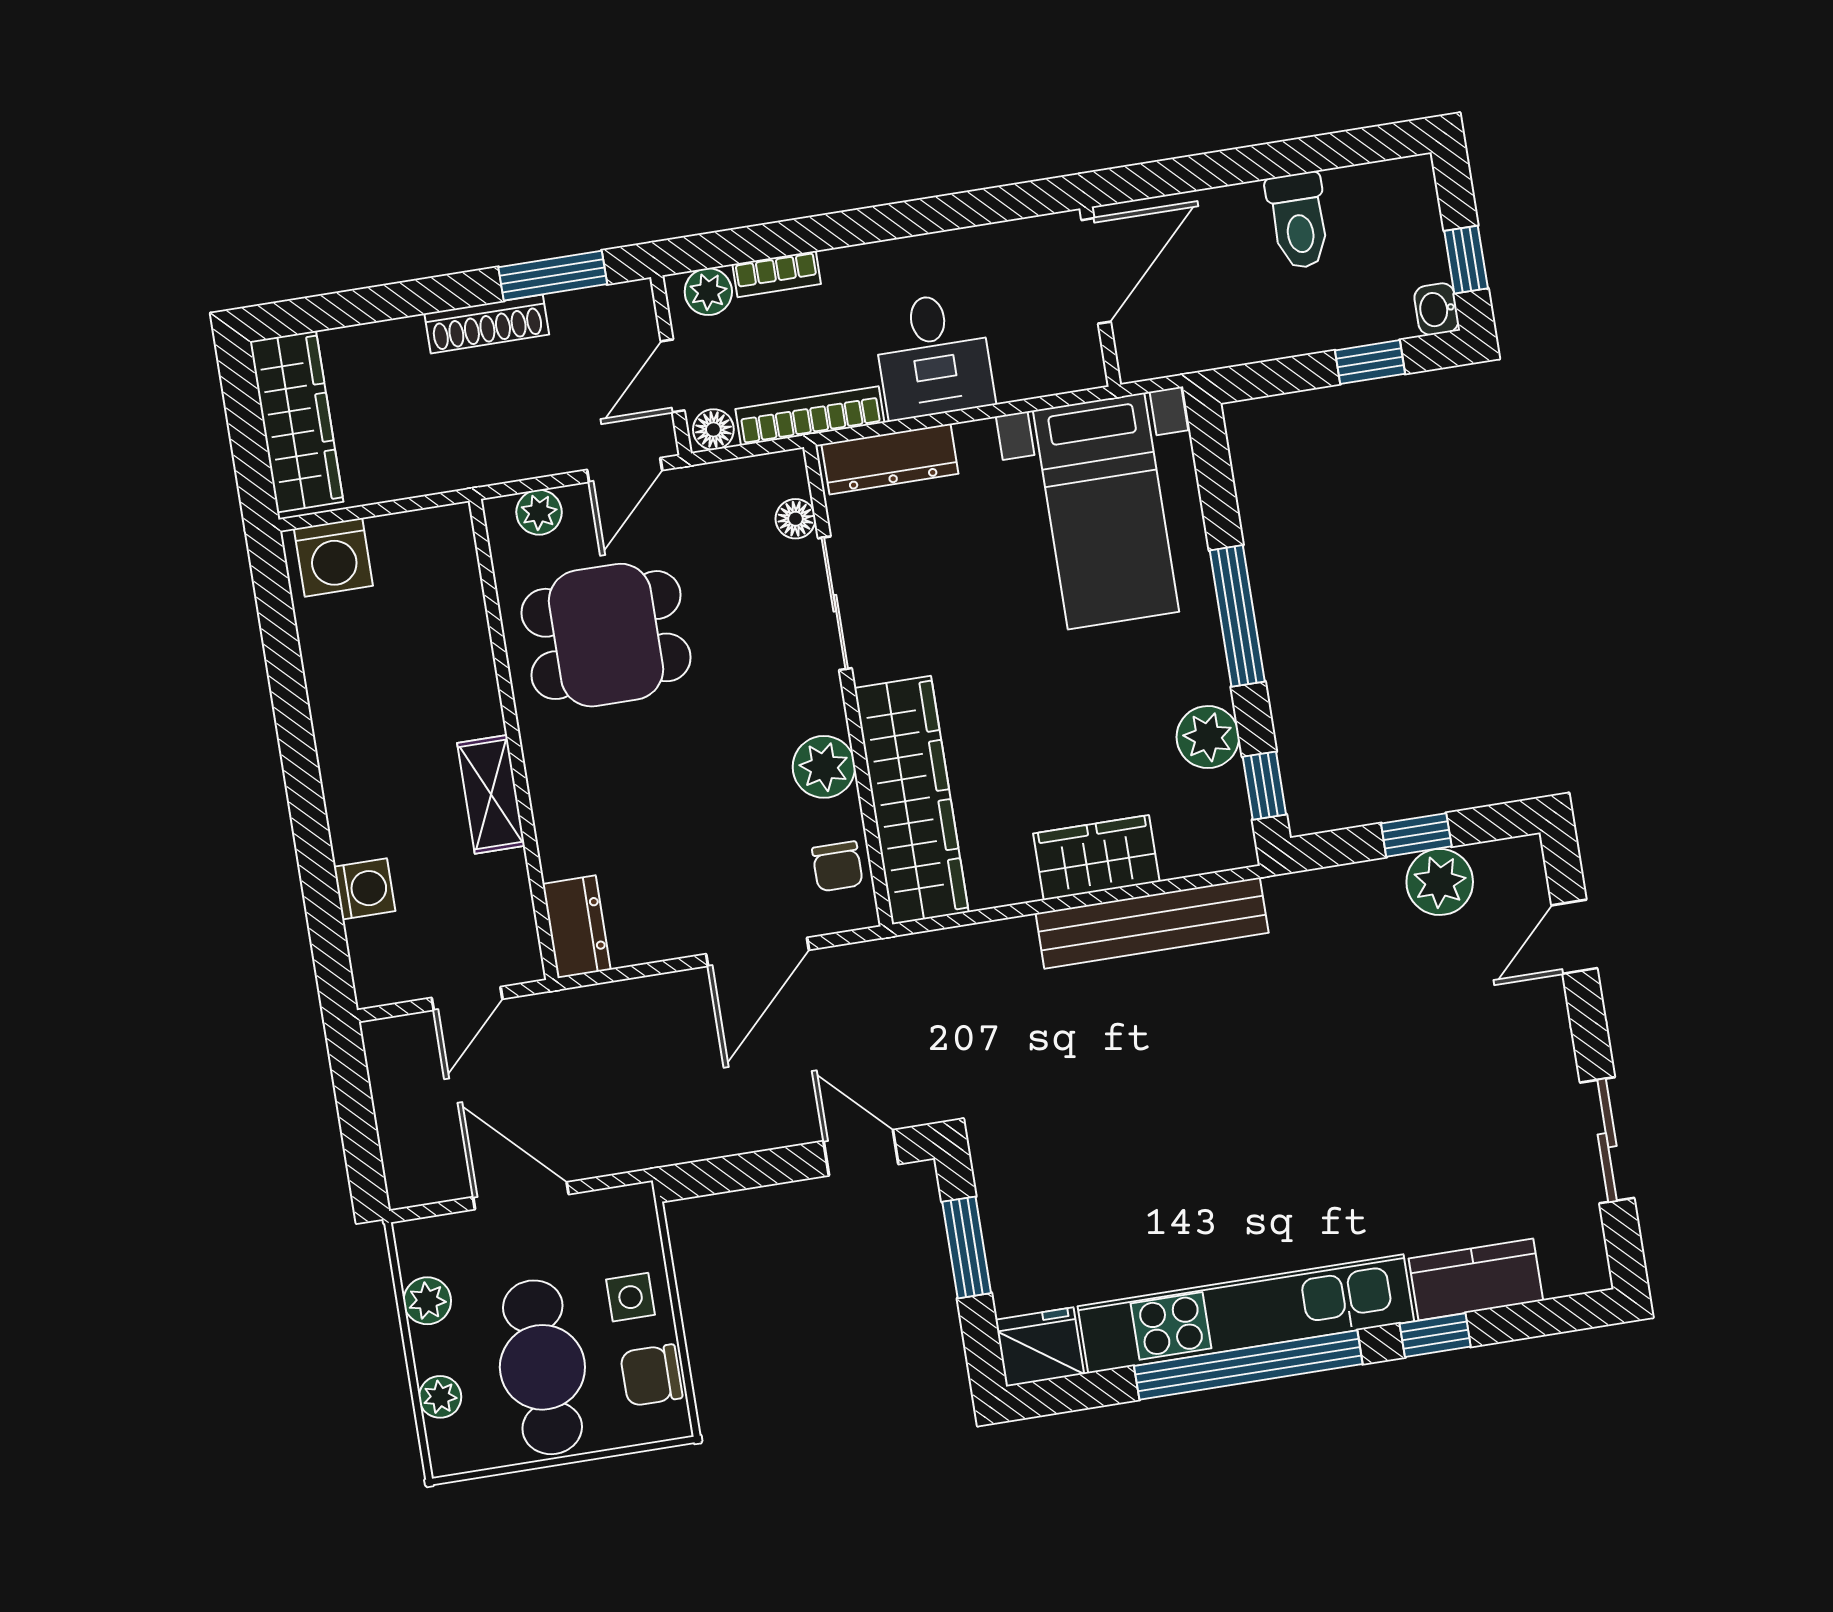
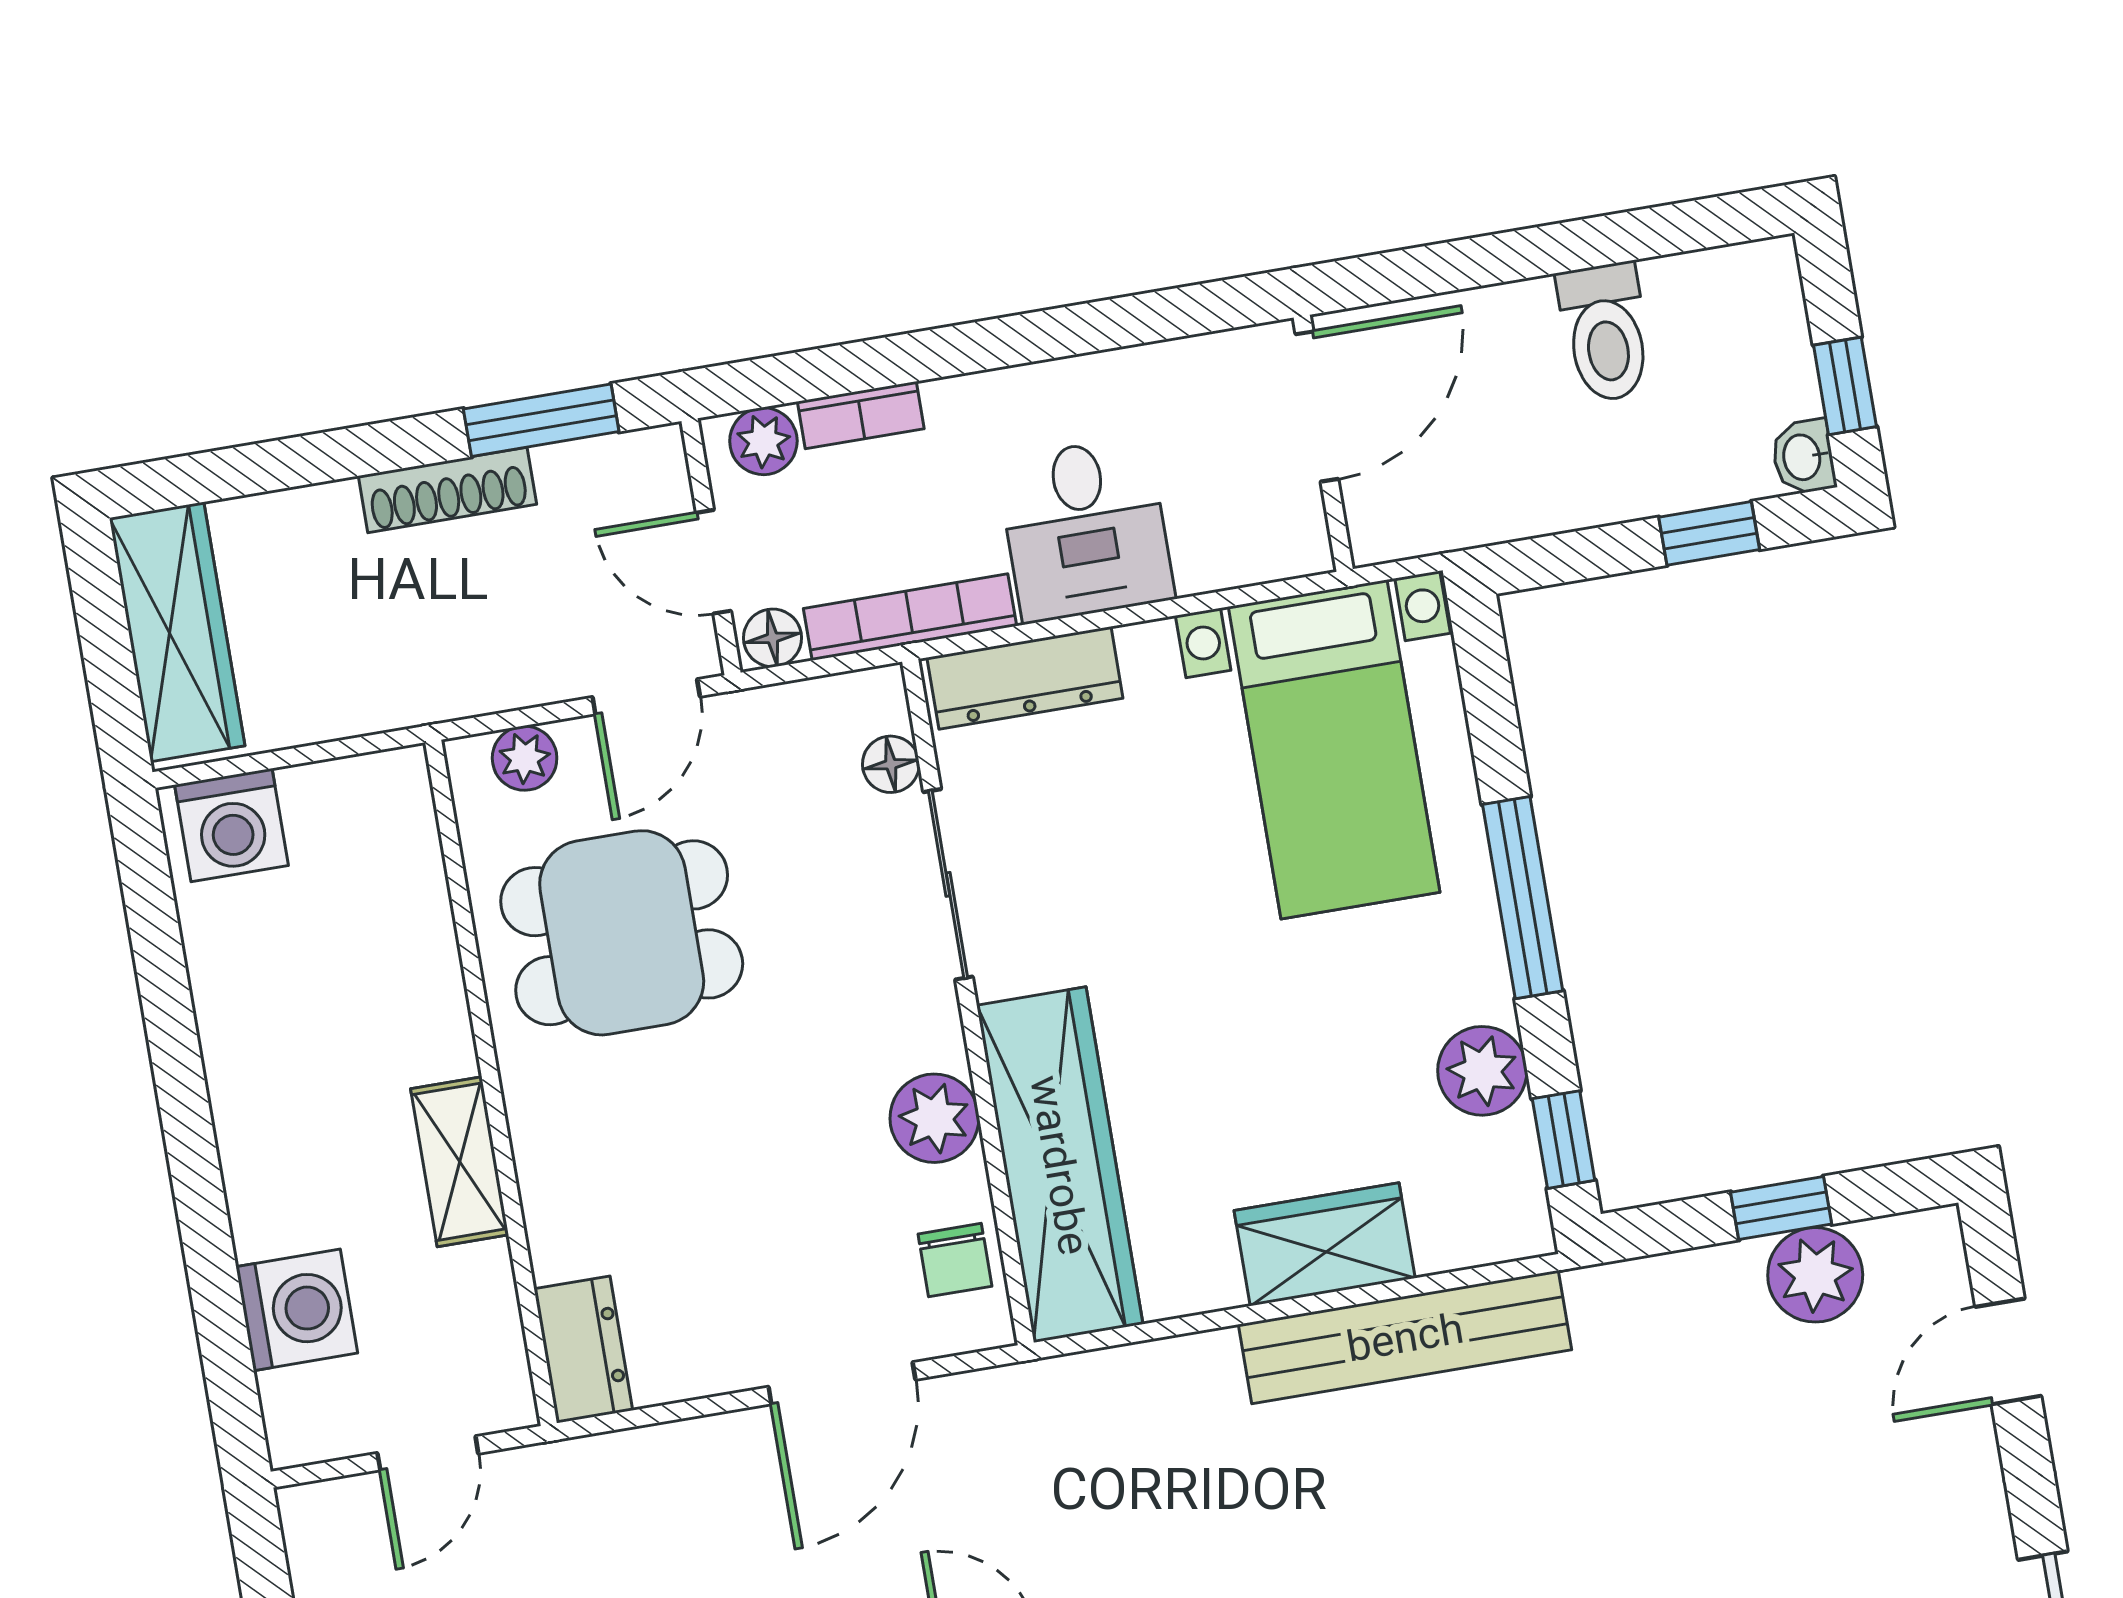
door: (673, 376) -> (714, 562), hinge flipped
washing machine: (365, 889) -> (297, 1310), width x1.38, depth x1.38

